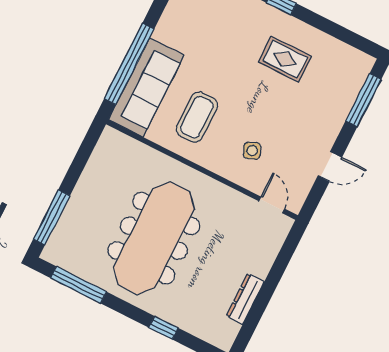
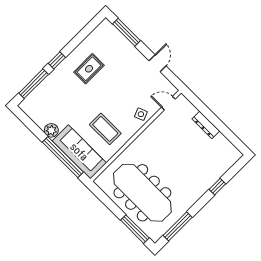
plant: (166, 31) -> (51, 130), added
side table: (252, 151) -> (141, 114), moved
meeting table: (154, 238) -> (142, 193), moved
dresser: (245, 299) -> (206, 125), moved

